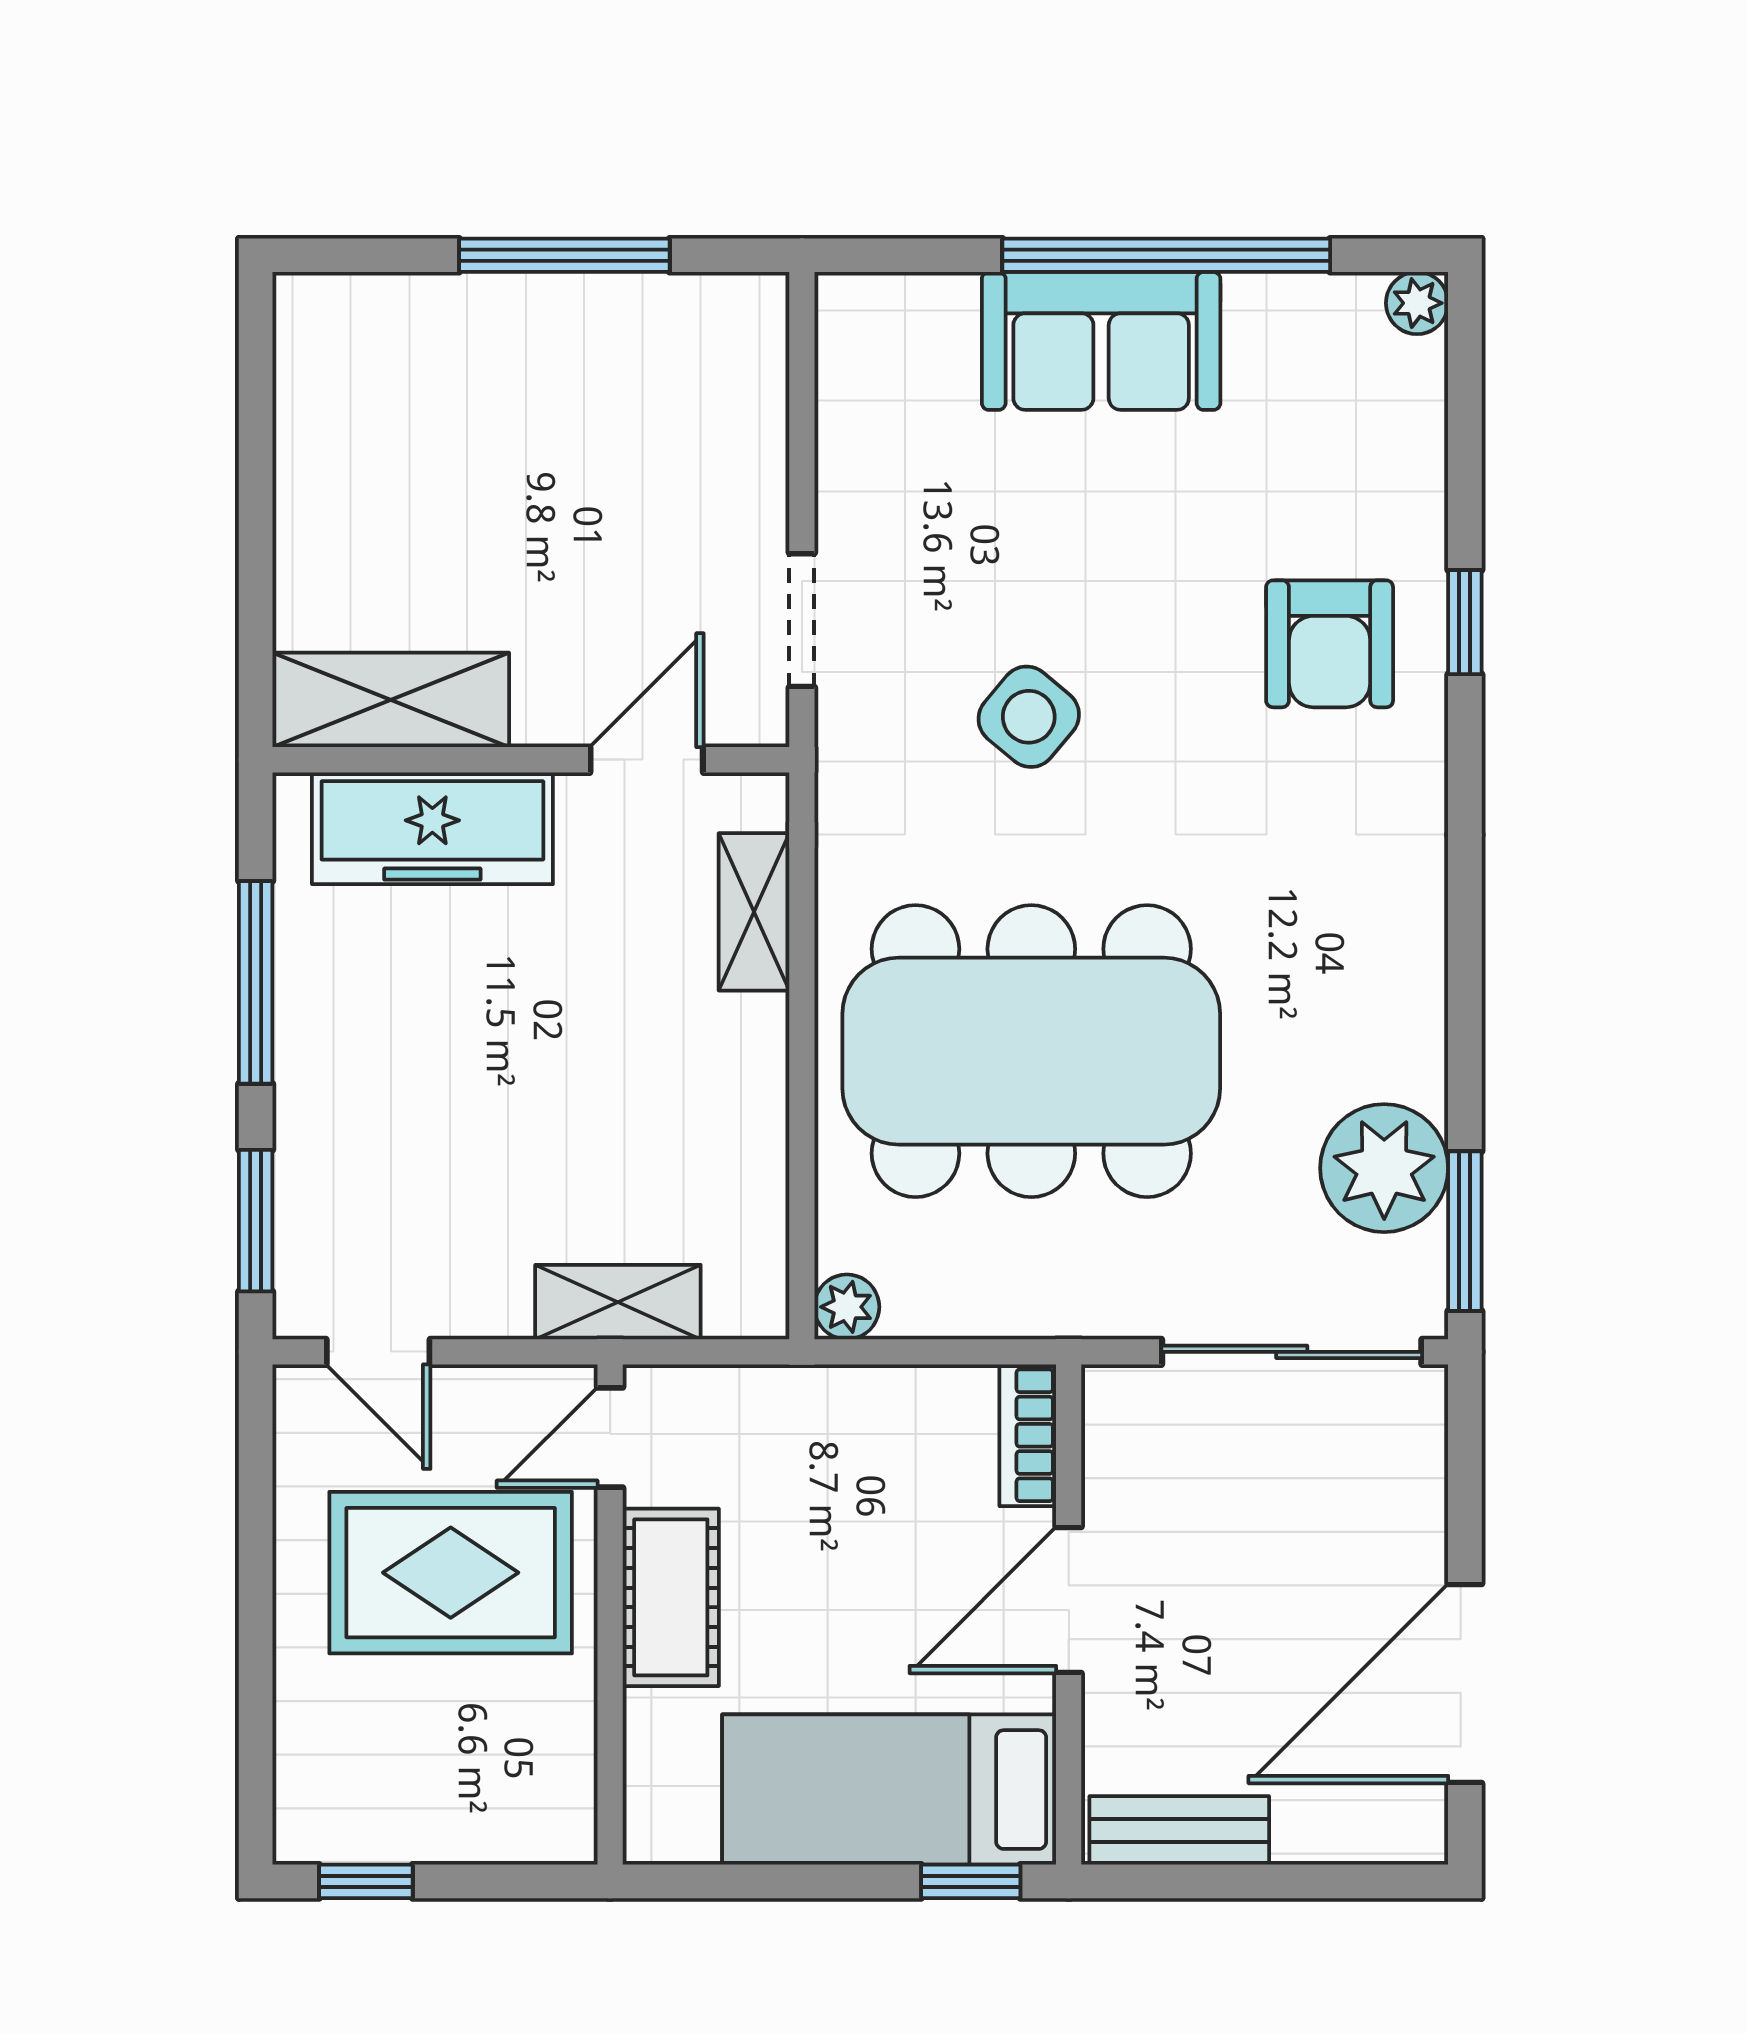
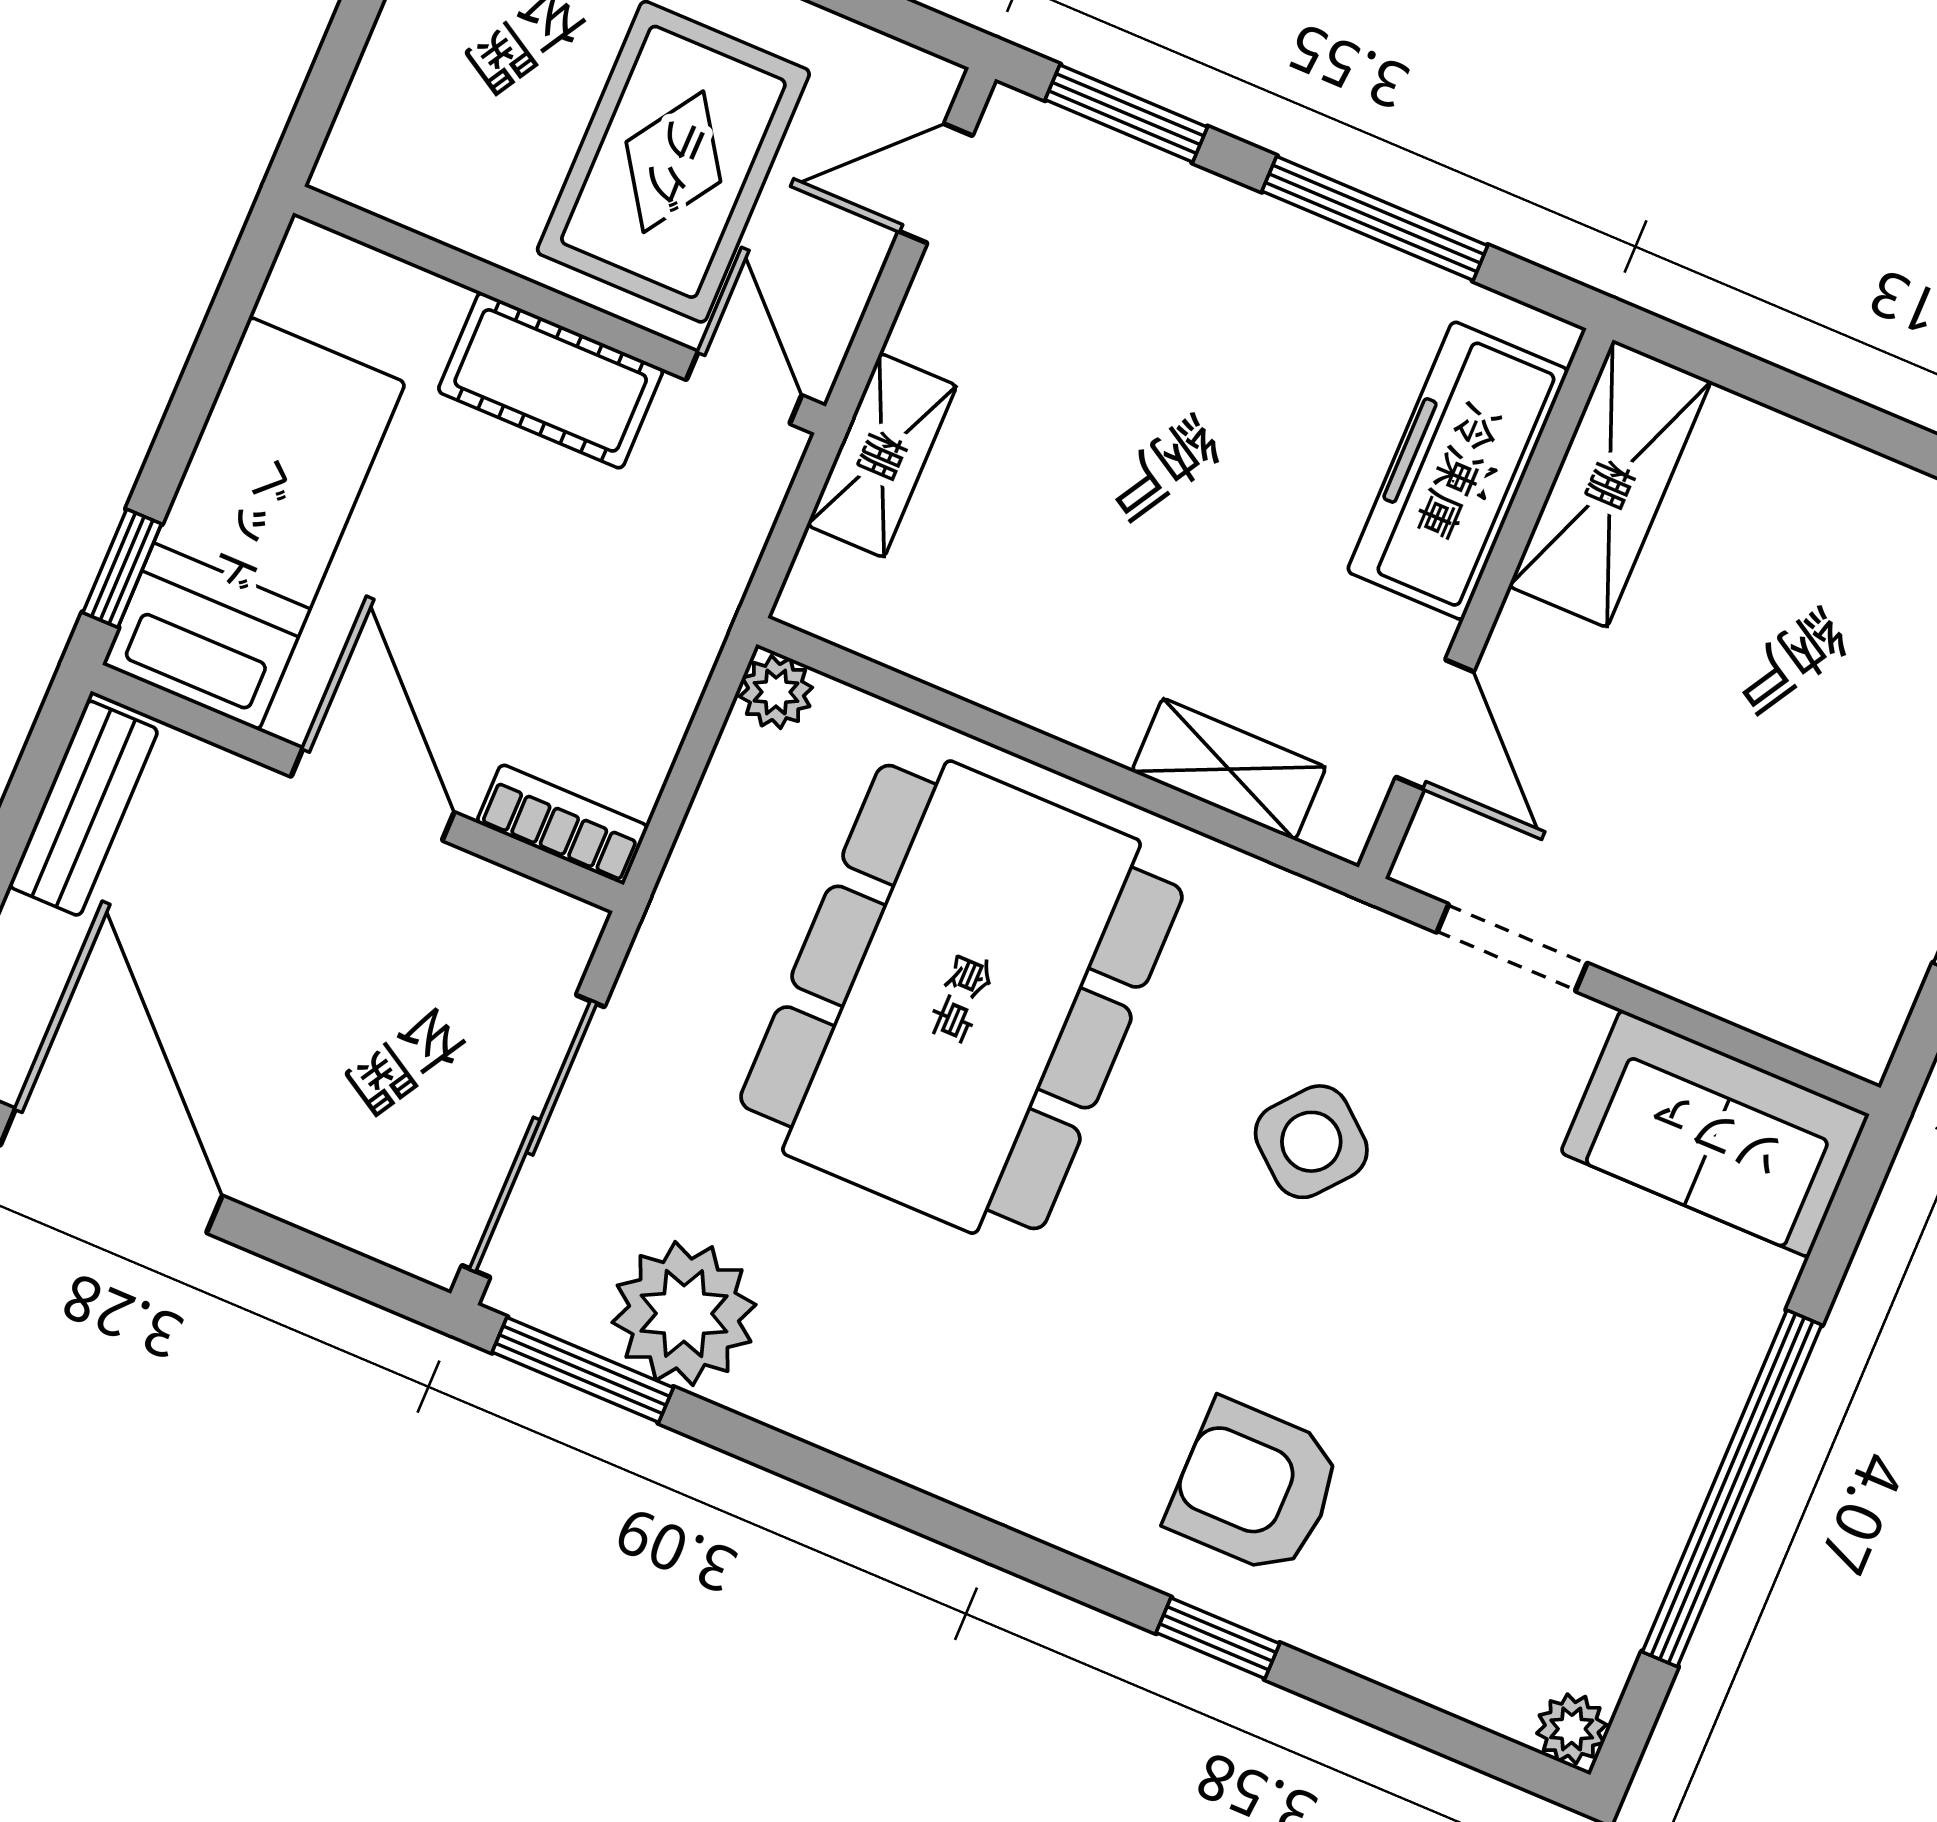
sofa: (1101, 341) -> (1715, 1133), moved, turned -90

